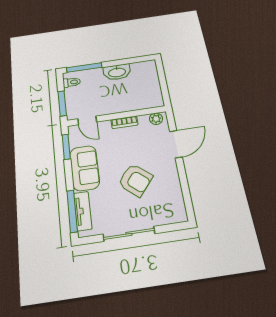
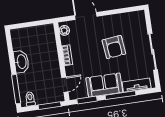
armchair: (135, 180) -> (114, 47), turned 134
window: (72, 211) -> (121, 95), moved

